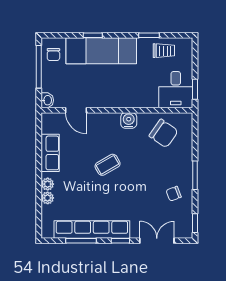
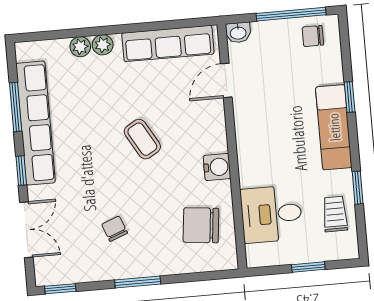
exam couch: (101, 51) -> (334, 127), width x0.73, depth x0.69
trolley: (164, 51) -> (335, 214), turned 180
window: (195, 89) -> (308, 267), moved
desk: (176, 90) -> (271, 214), moved
chair: (164, 133) -> (201, 225), turned 61
row of seats: (50, 153) -> (168, 43), width x1.48
chair: (174, 194) -> (115, 229), moved

